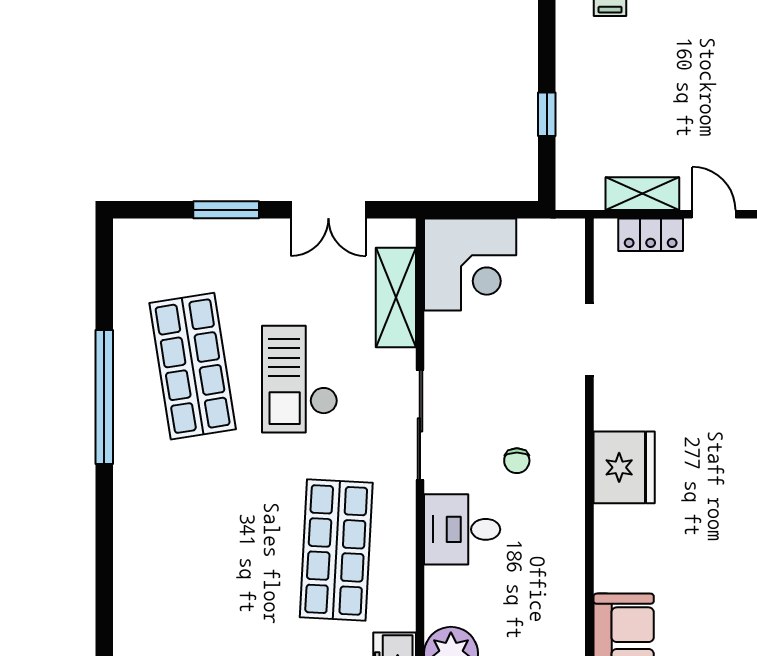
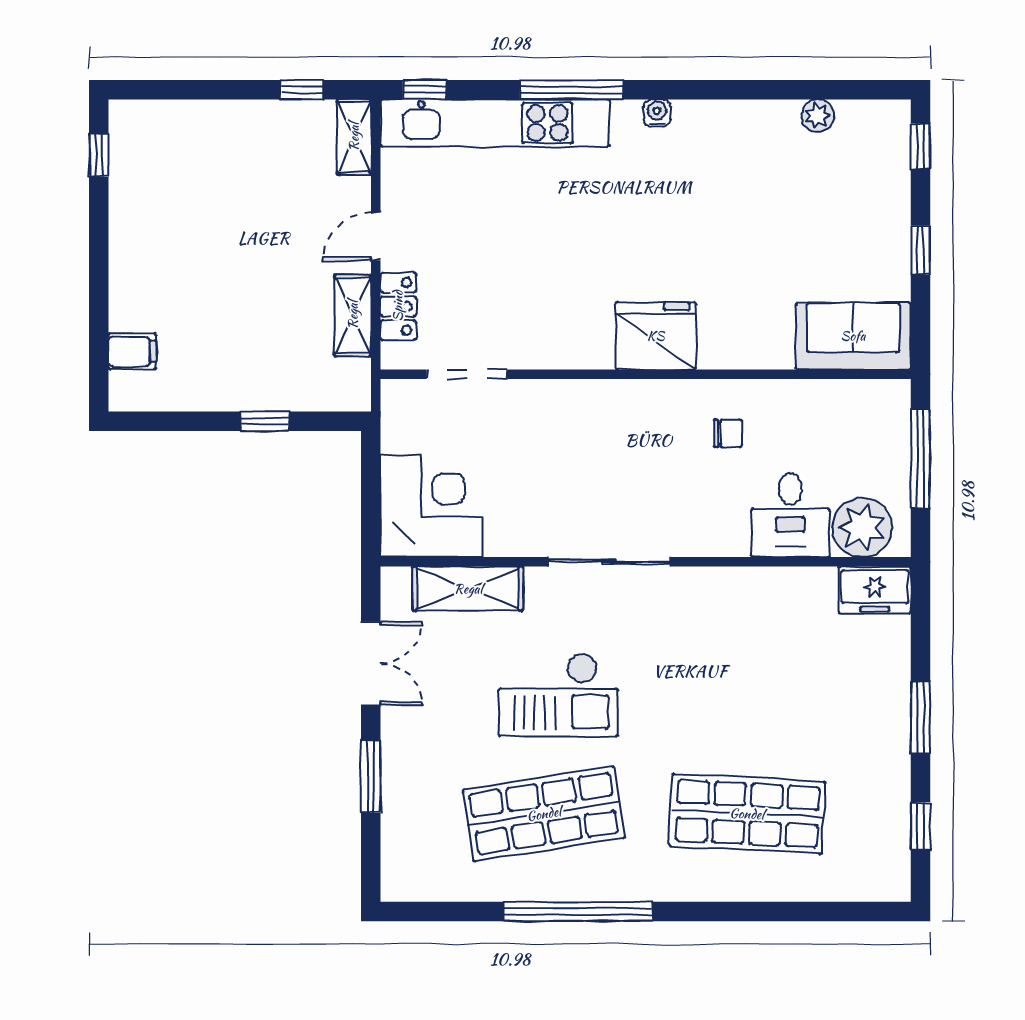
doorway: (589, 340) -> (467, 374), moved
chair: (517, 461) -> (728, 433), moved
desk: (462, 529) -> (790, 515), moved
shop shelf: (336, 550) -> (747, 814), moved

